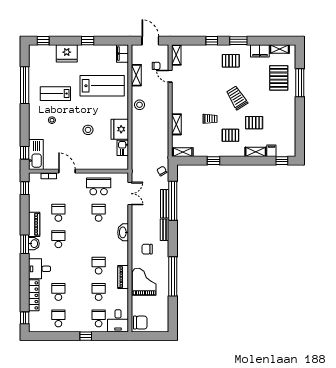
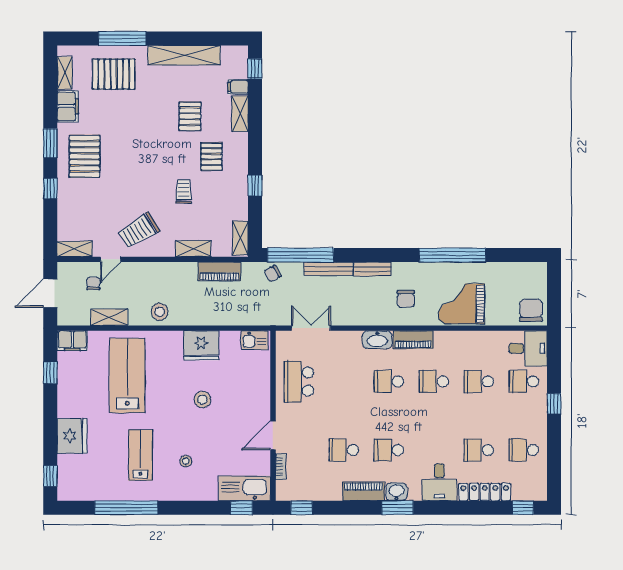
window: (88, 41) -> (50, 373), moved
pallet: (231, 61) -> (85, 156), width x1.50, depth x1.42
lab bench: (55, 94) -> (140, 455), turned 180
trolley: (237, 98) -> (139, 231), moved
shelving: (290, 119) -> (184, 55), added
piano: (163, 140) -> (219, 271), added
kitchen sink: (123, 148) -> (254, 340), moved
window: (173, 201) -> (301, 255), moved
school desk: (99, 213) -> (389, 381), moved
piano: (123, 277) -> (413, 340), moved

